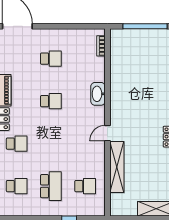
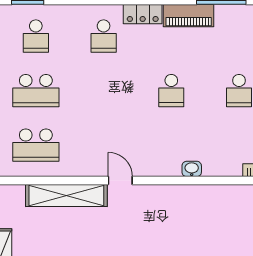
washbasin: (98, 94) -> (192, 169), width x0.52, depth x0.69
school desk: (85, 186) -> (36, 145), width x1.85

